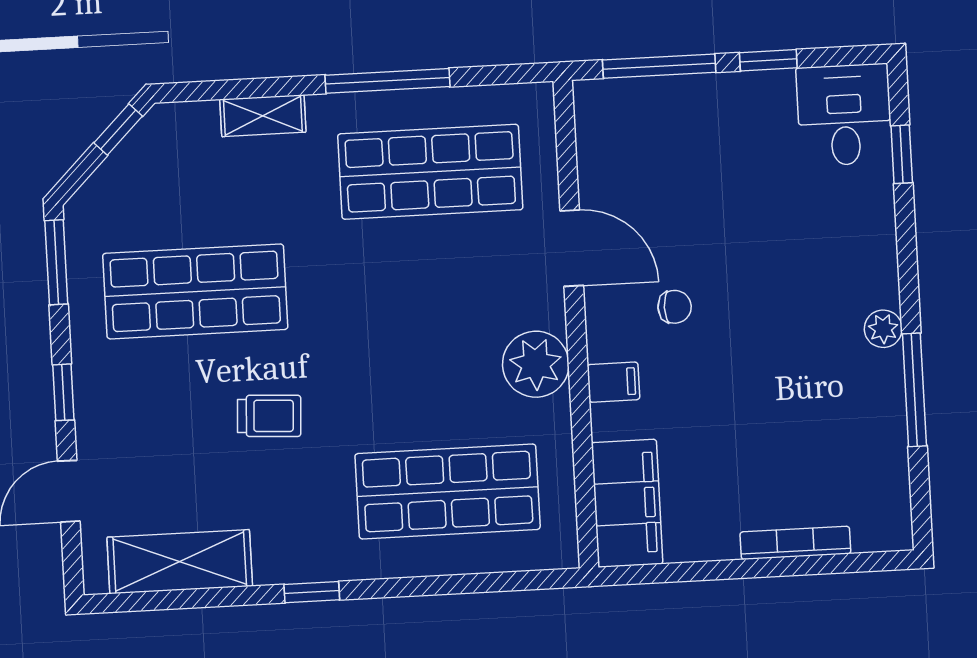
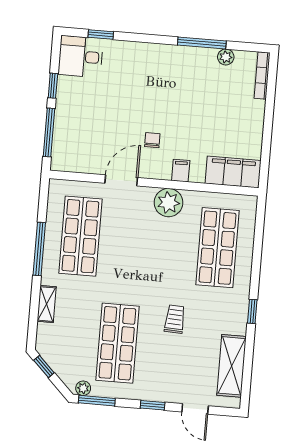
plant: (81, 227) -> (83, 388), added
plant: (883, 329) -> (226, 57), moved
bookcase: (795, 543) -> (262, 75), moved

